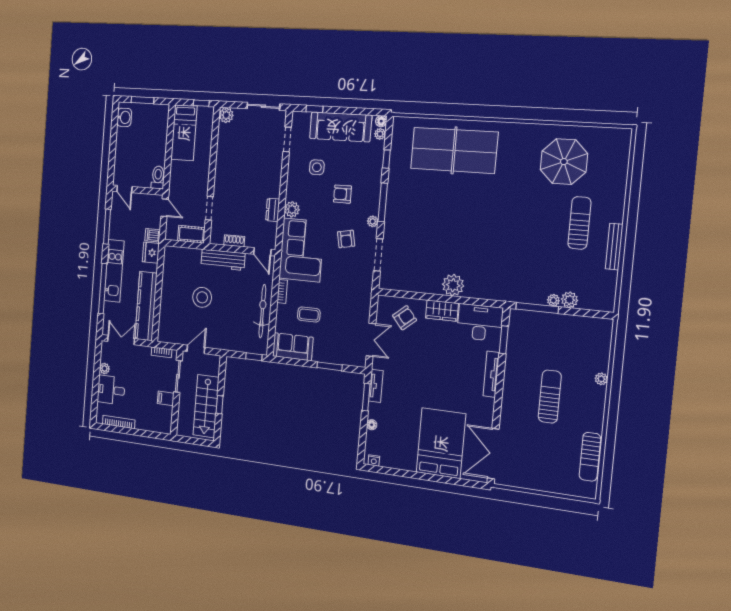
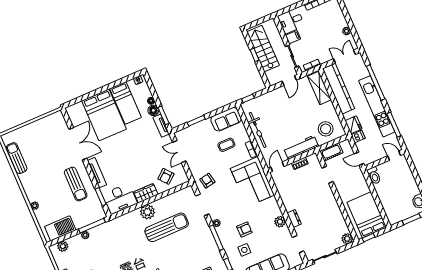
bed: (184, 133) -> (367, 215), width x1.50
side table: (317, 167) -> (244, 250), moved
plant: (292, 209) -> (280, 222), moved
dresser: (273, 210) -> (294, 218), moved
armchair: (346, 239) -> (207, 181), moved
sun lounger: (439, 251) -> (167, 227), added
door: (262, 252) -> (277, 167), hinge flipped
kitchen unit: (114, 271) -> (377, 106), width x1.36
stool: (202, 297) -> (326, 129), moved
plant: (569, 300) -> (63, 246), moved
shelving: (167, 320) -> (319, 88), added
barbecue: (583, 328) -> (60, 228), added
double door: (121, 340) -> (345, 57), swing flipped
desk: (111, 390) -> (291, 21), moved, turned 180
sun lounger: (550, 397) -> (76, 184), moved
floor lamp: (375, 411) -> (153, 110), added
bed: (405, 441) -> (126, 103), added
double door: (493, 454) -> (78, 144), moved

